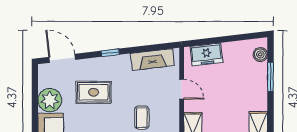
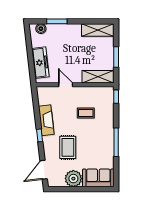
freezer: (206, 54) -> (40, 63), width x1.40
fireplace: (152, 60) -> (46, 120), moved
door: (182, 89) -> (66, 85), hinge flipped

